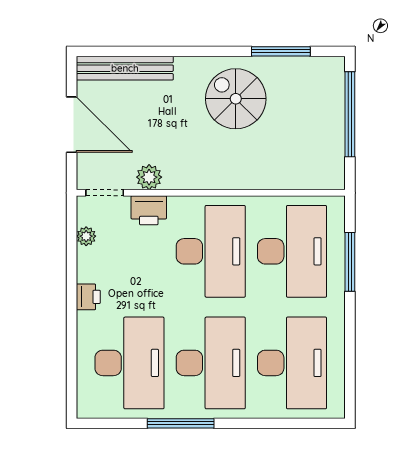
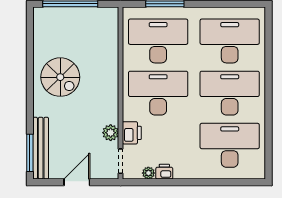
window: (281, 51) -> (30, 153), moved
spiral stairs: (236, 99) -> (60, 77), turned -90
door: (72, 125) -> (77, 182), width x0.73
printer: (88, 297) -> (164, 172), moved
window: (181, 423) -> (268, 112), removed

